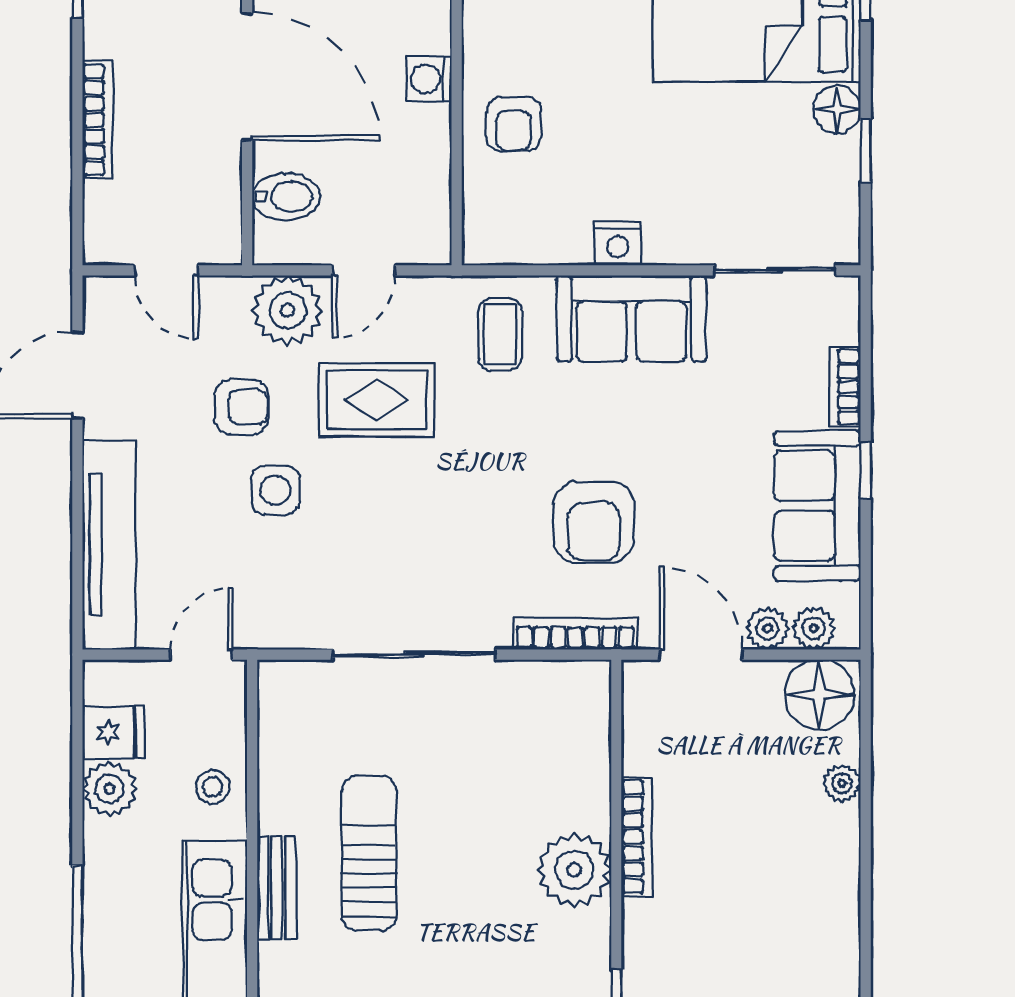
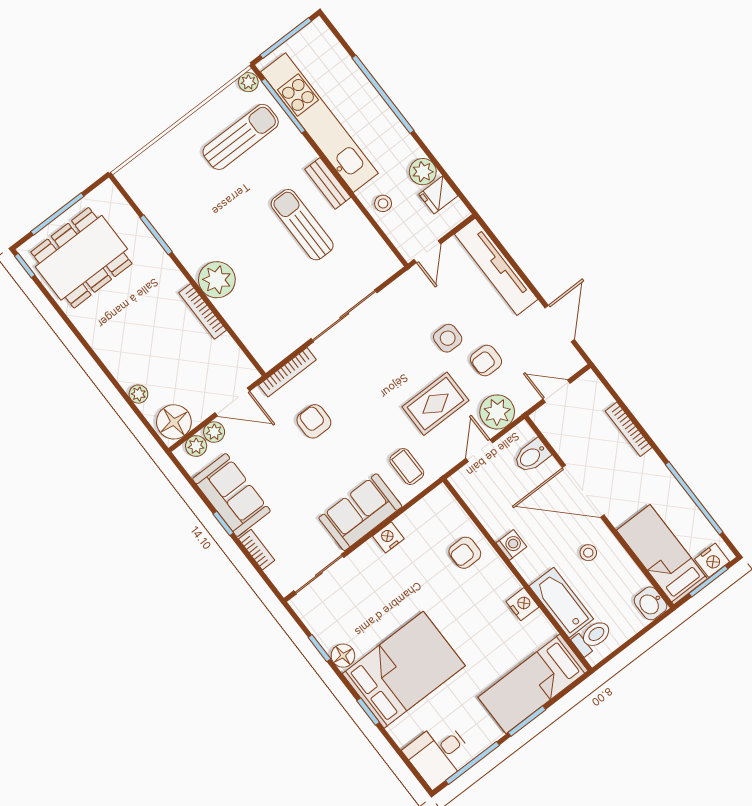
armchair: (514, 124) -> (465, 553), turned -90
armchair: (594, 522) -> (314, 421), width x0.72, depth x0.72
sun lounger: (369, 853) -> (302, 225), turned 180

